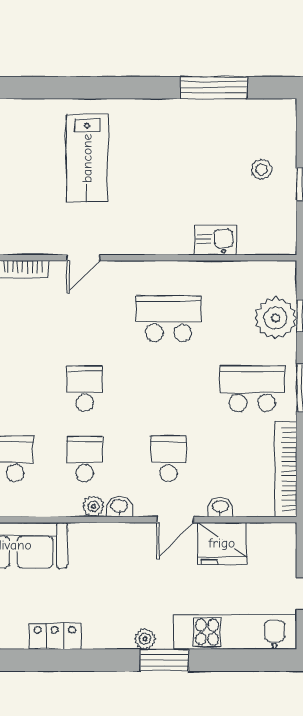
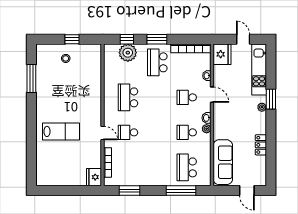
kitchen sink: (215, 240) -> (95, 78), removed
school desk: (85, 389) -> (128, 132), moved
fridge: (222, 543) -> (222, 54), moved

